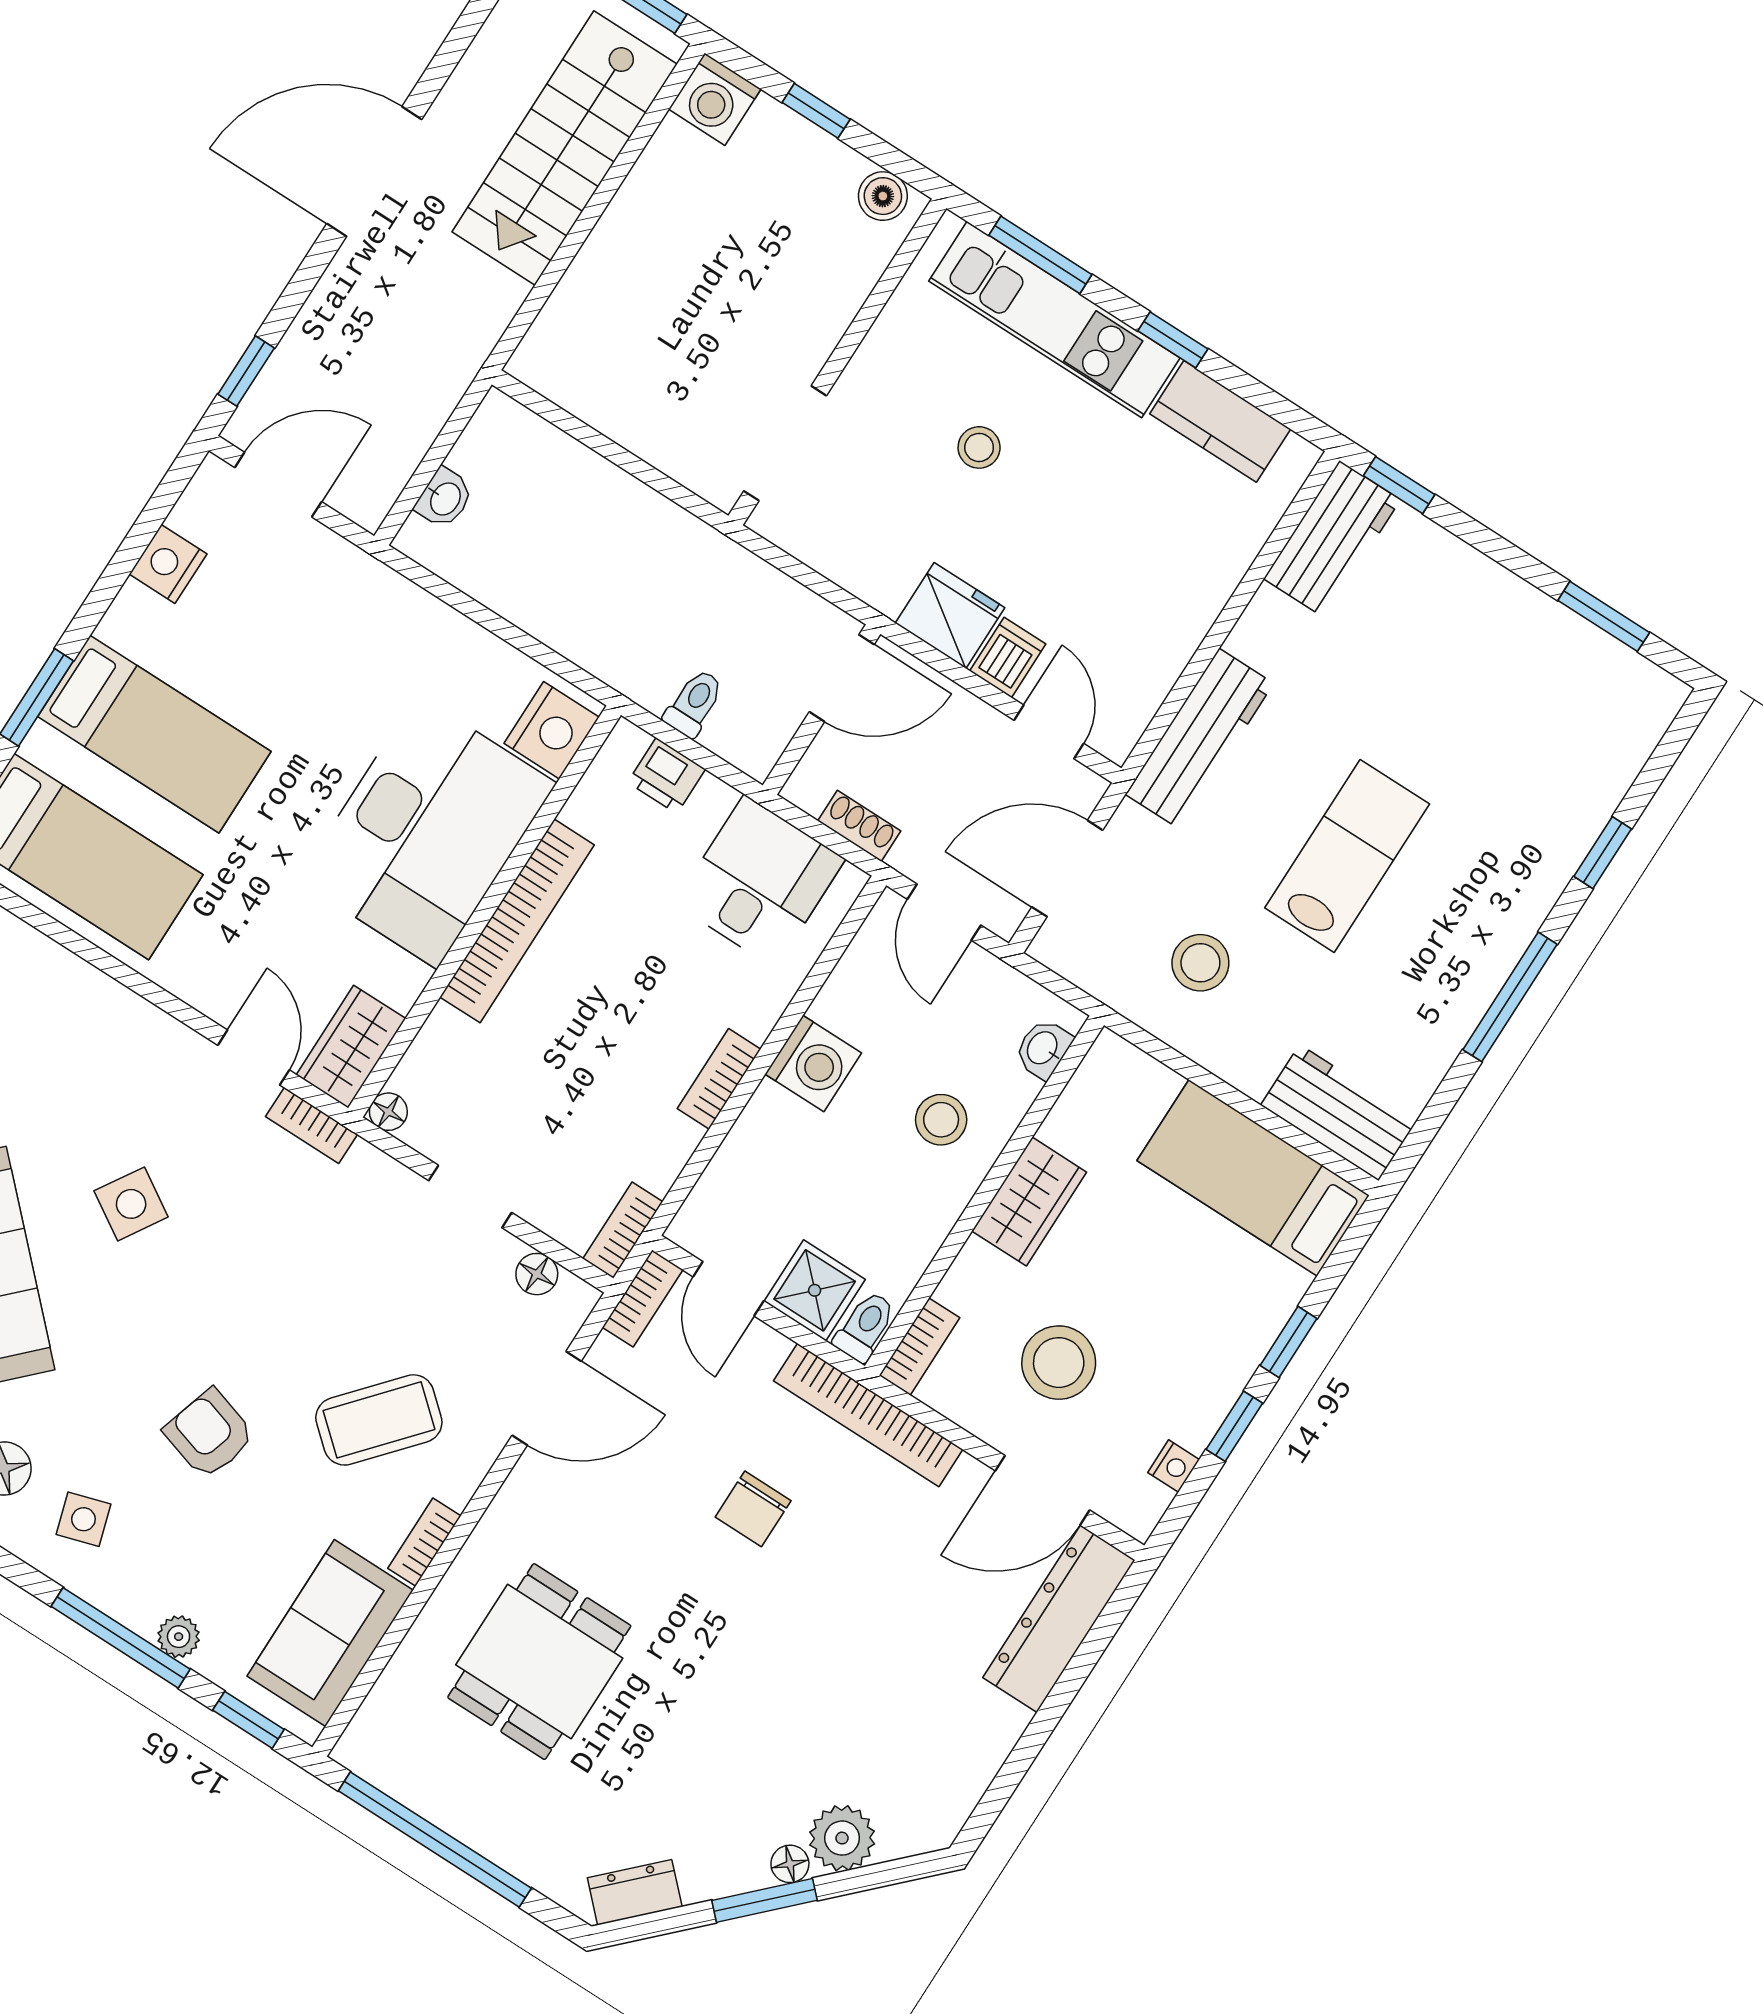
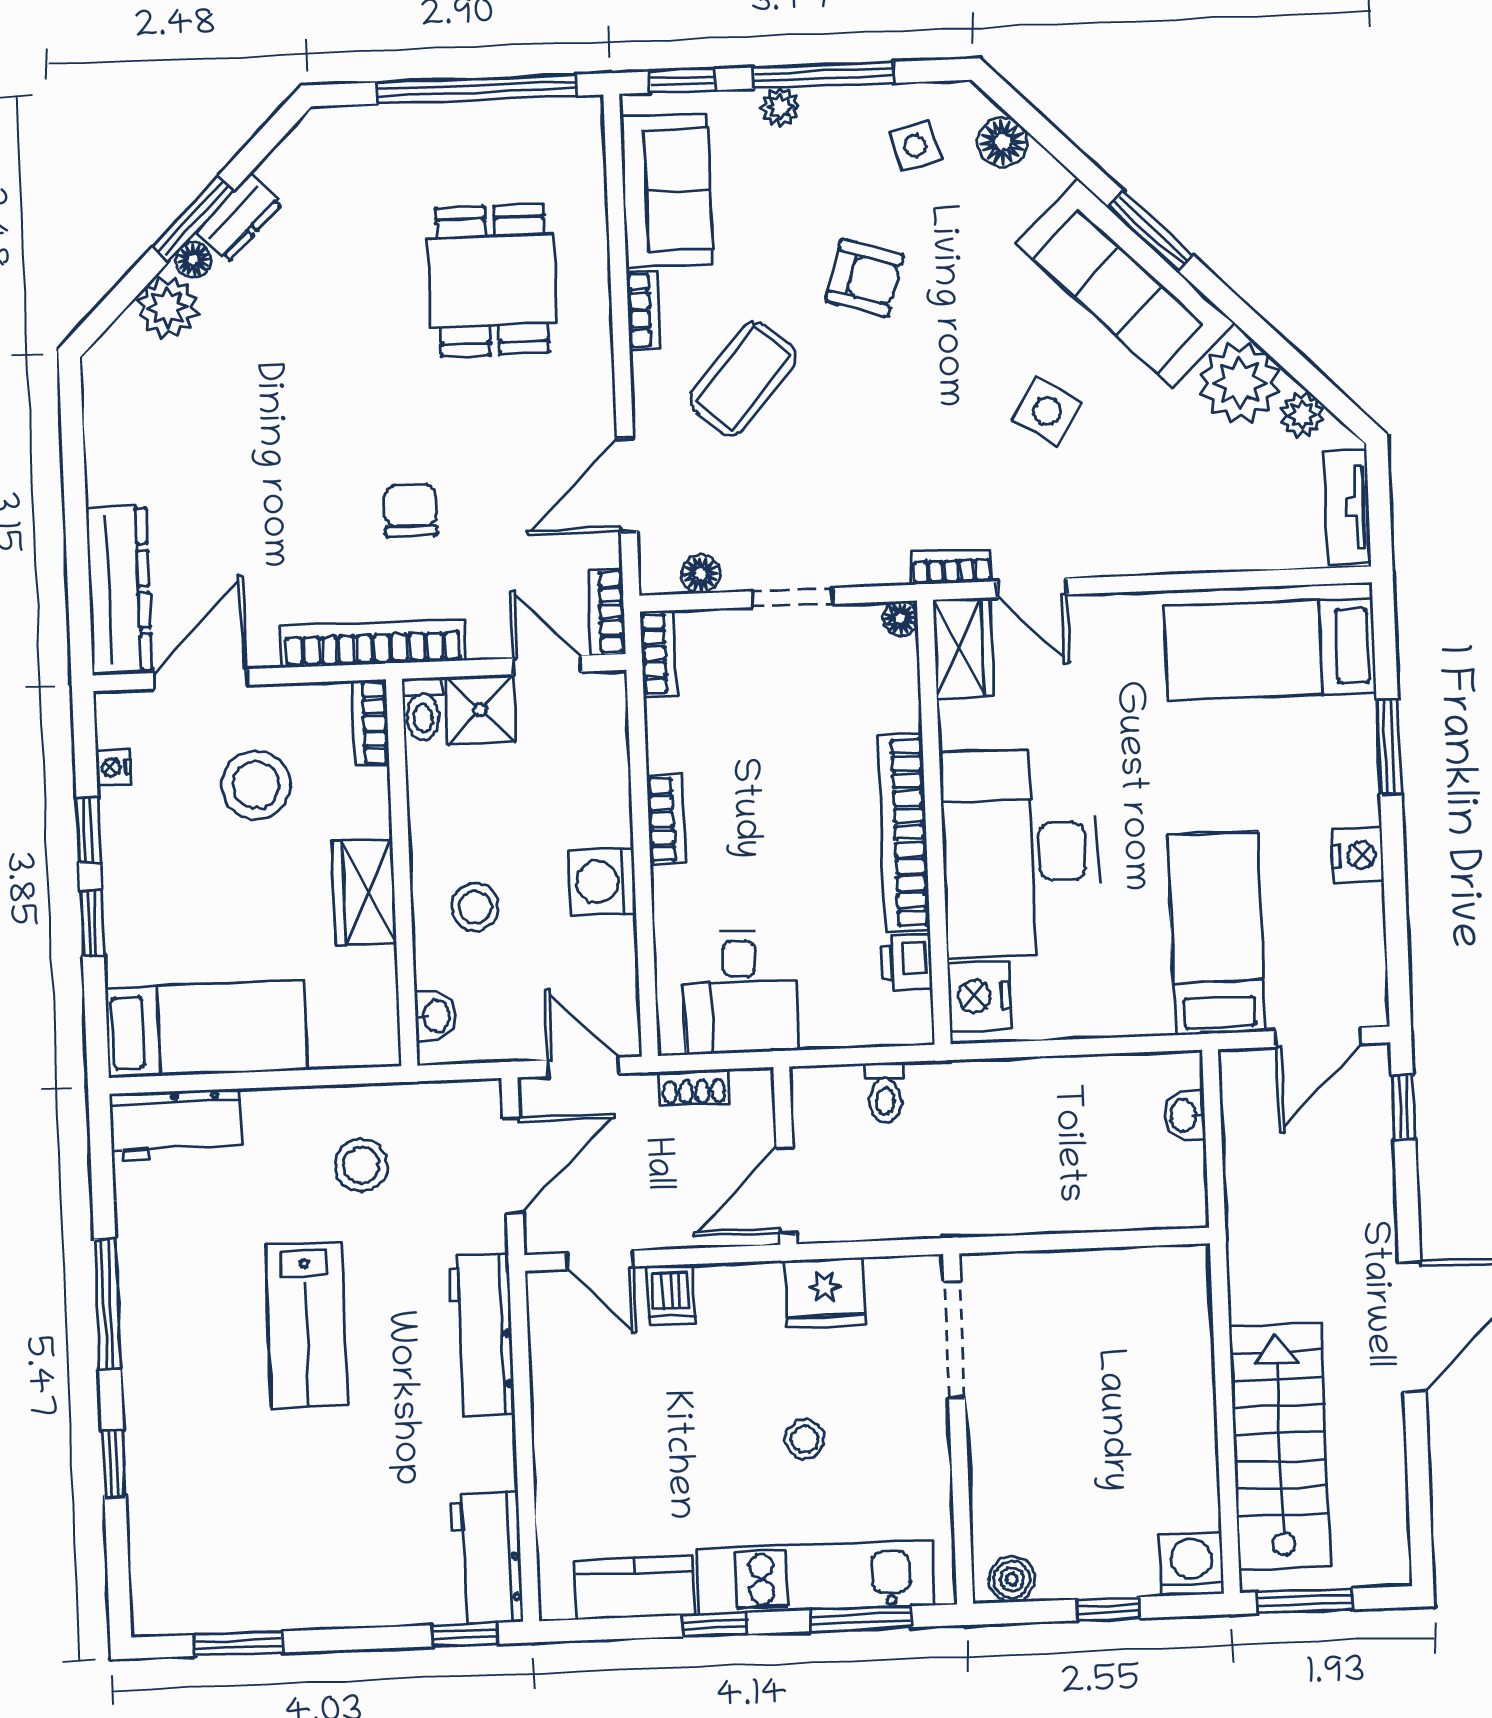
nightstand: (168, 564) -> (1358, 855), moved
fridge: (950, 615) -> (825, 1292), moved
bed: (154, 734) -> (1217, 933), moved, turned 90
printer: (666, 776) -> (907, 962), moved, turned -90
dresser: (635, 1892) -> (239, 218), moved

